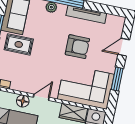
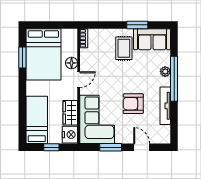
armchair: (77, 47) -> (133, 104), turned 90
door: (41, 97) -> (79, 80), hinge flipped

